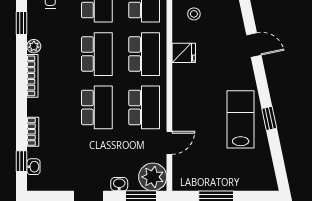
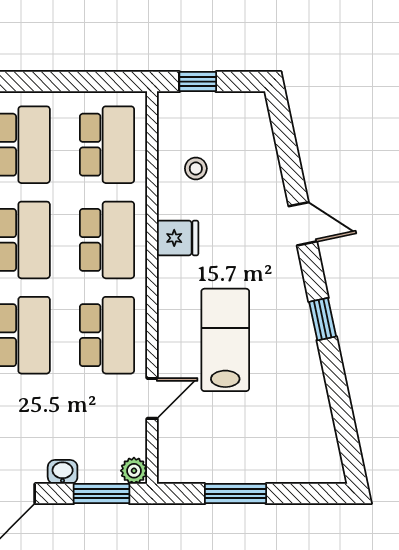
window: (269, 118) -> (323, 319), moved
lab bench: (241, 119) -> (225, 340), moved
plant: (153, 177) -> (134, 471), width x0.53, depth x0.53

